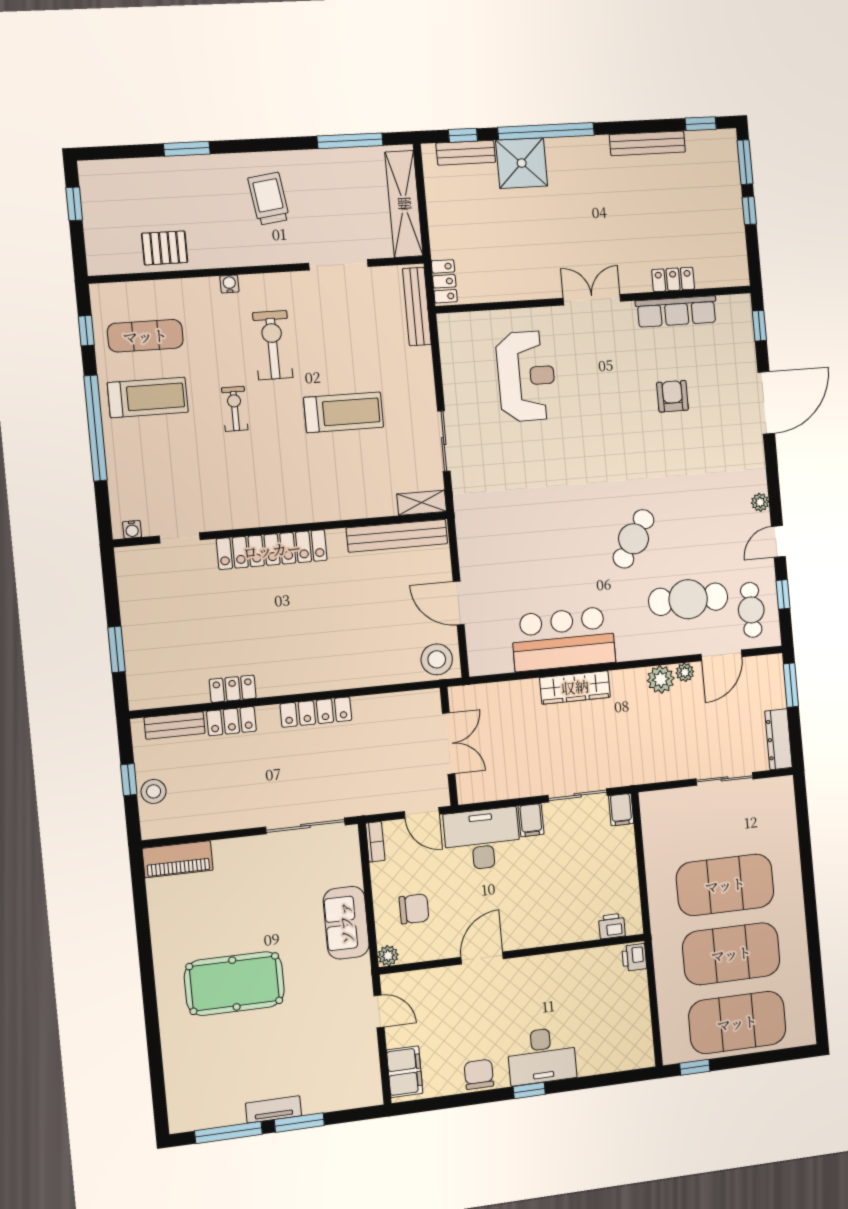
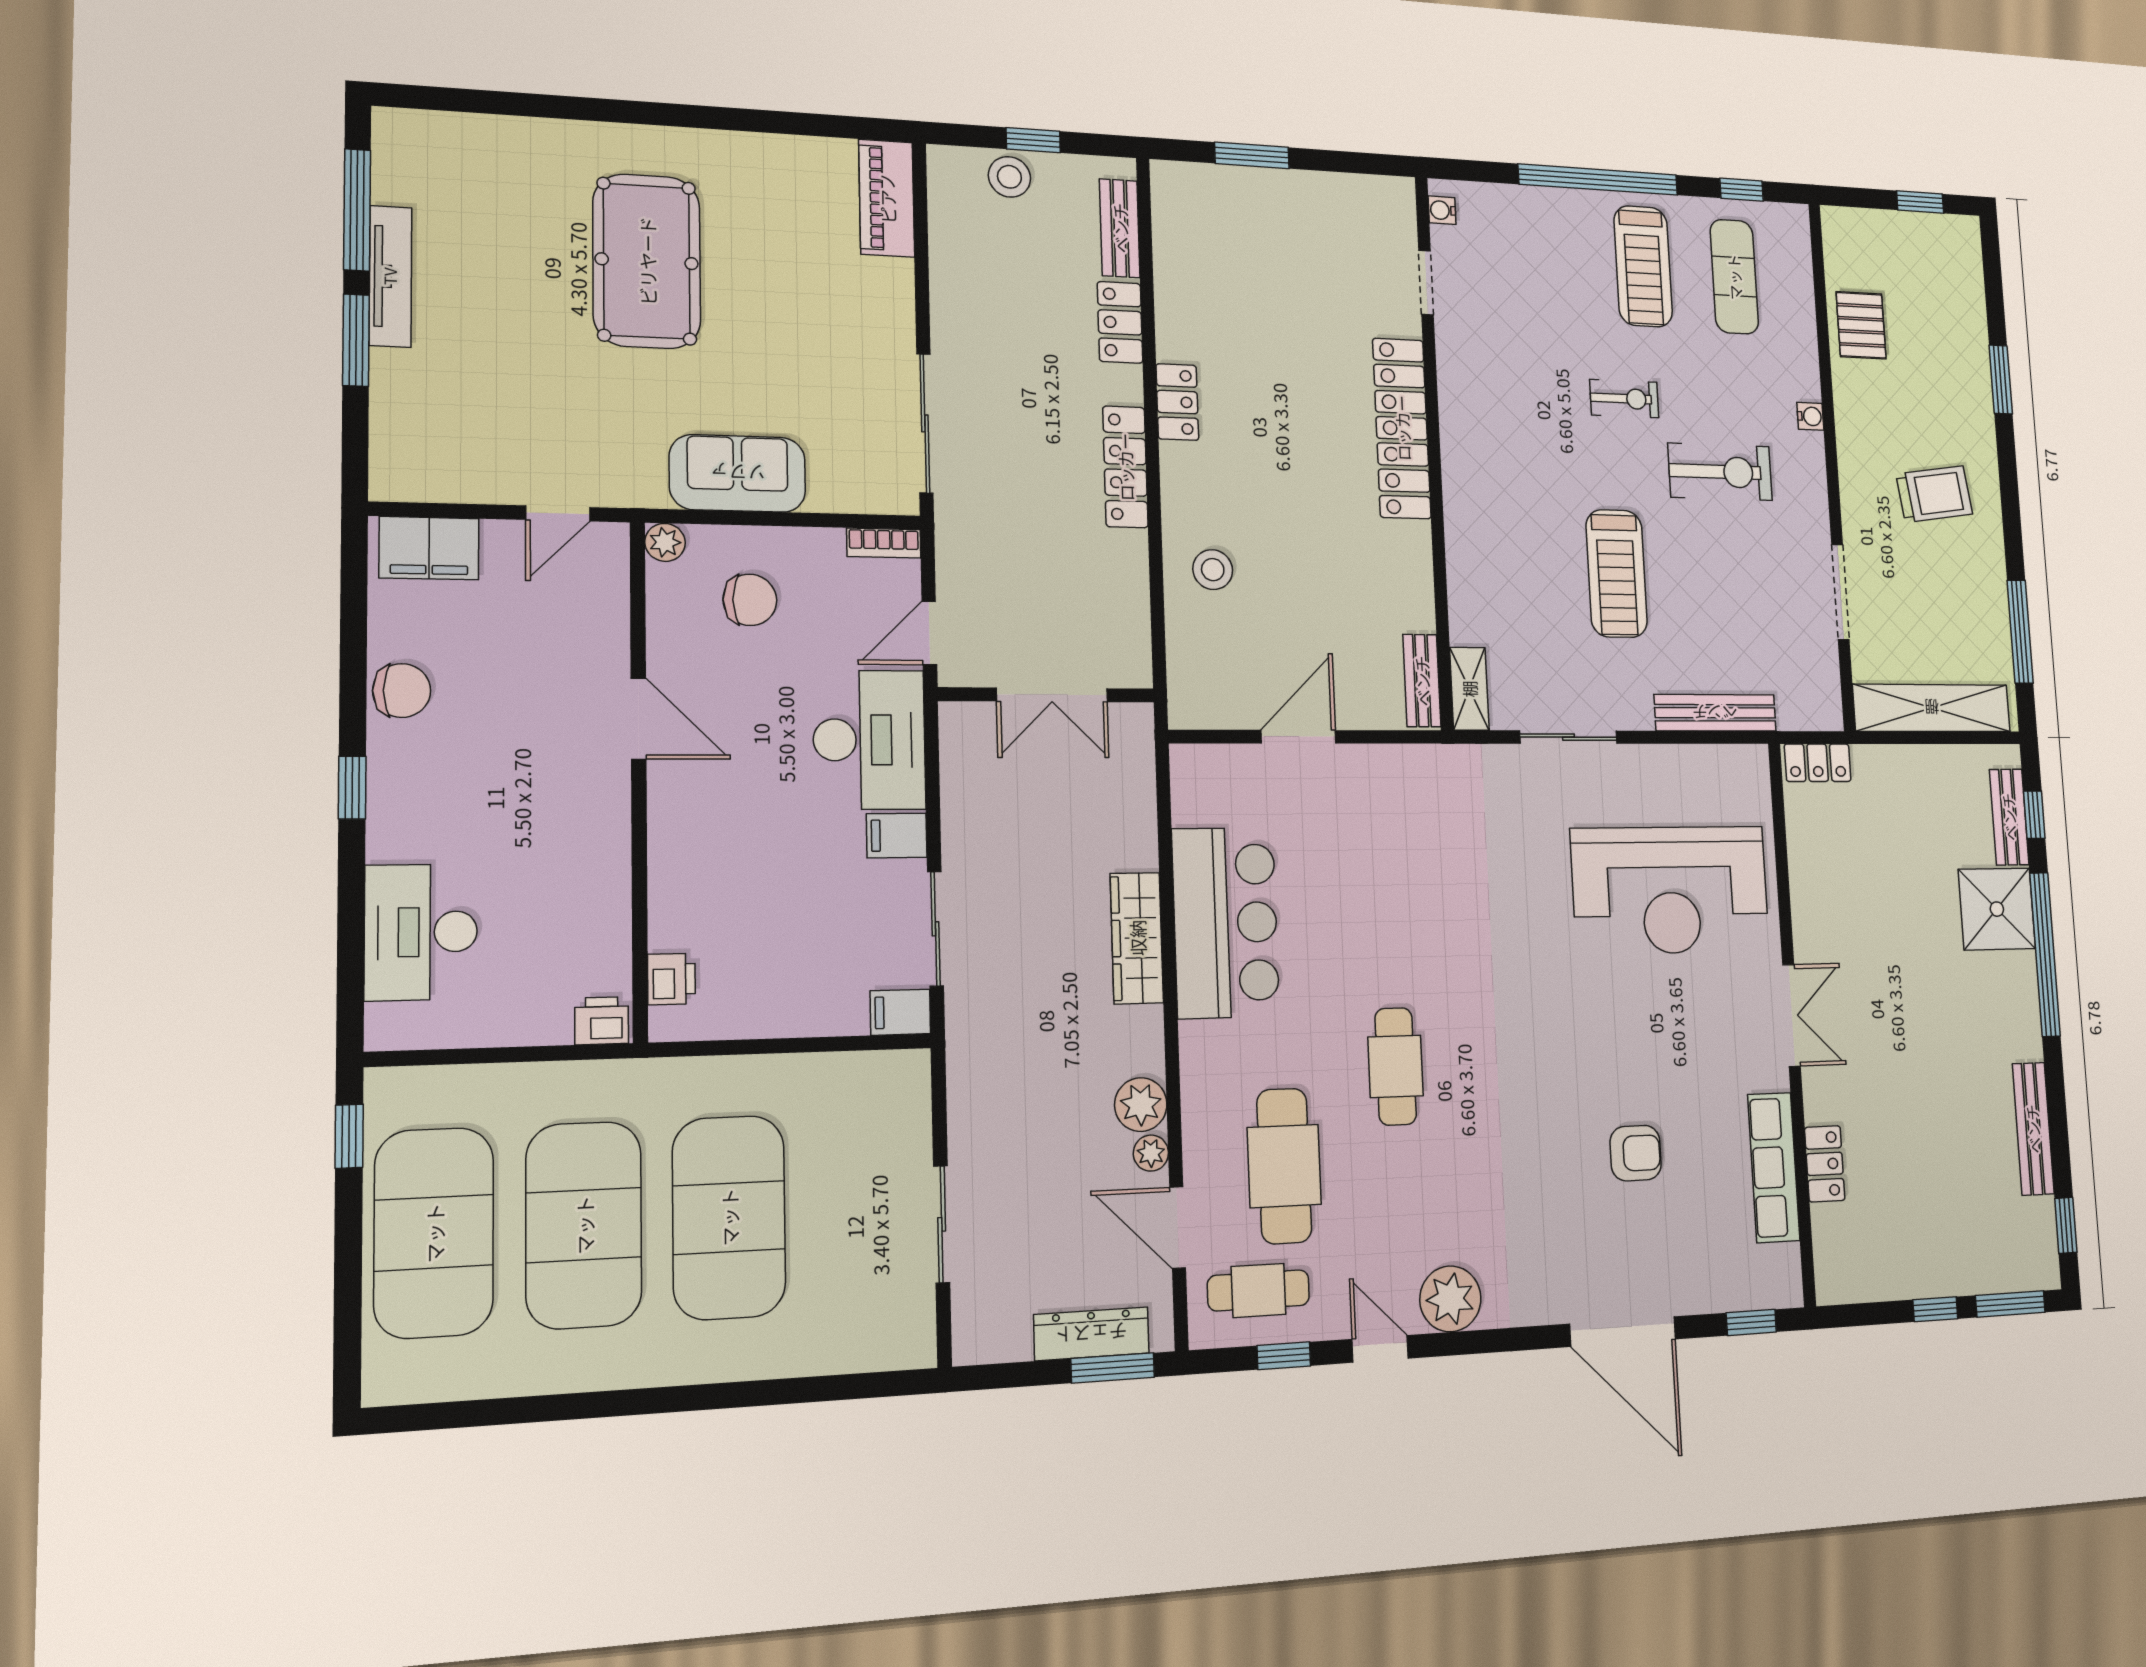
bench: (417, 307) -> (1715, 713), moved
reception desk: (526, 376) -> (1670, 890), width x1.36, depth x1.30
plant: (760, 502) -> (1450, 1299), width x1.88, depth x1.88
bench: (397, 536) -> (1422, 681), width x0.54, depth x0.82
cafe table: (633, 539) -> (1396, 1066), turned 57
stool: (437, 659) -> (1213, 570), moved, width x0.73, depth x0.73
locker: (233, 689) -> (1177, 402), moved
dresser: (779, 739) -> (1091, 1334), moved
chair: (414, 909) -> (750, 600), turned -90
desk: (542, 1056) -> (421, 932), moved
tv unit: (274, 1109) -> (390, 276), width x1.41

